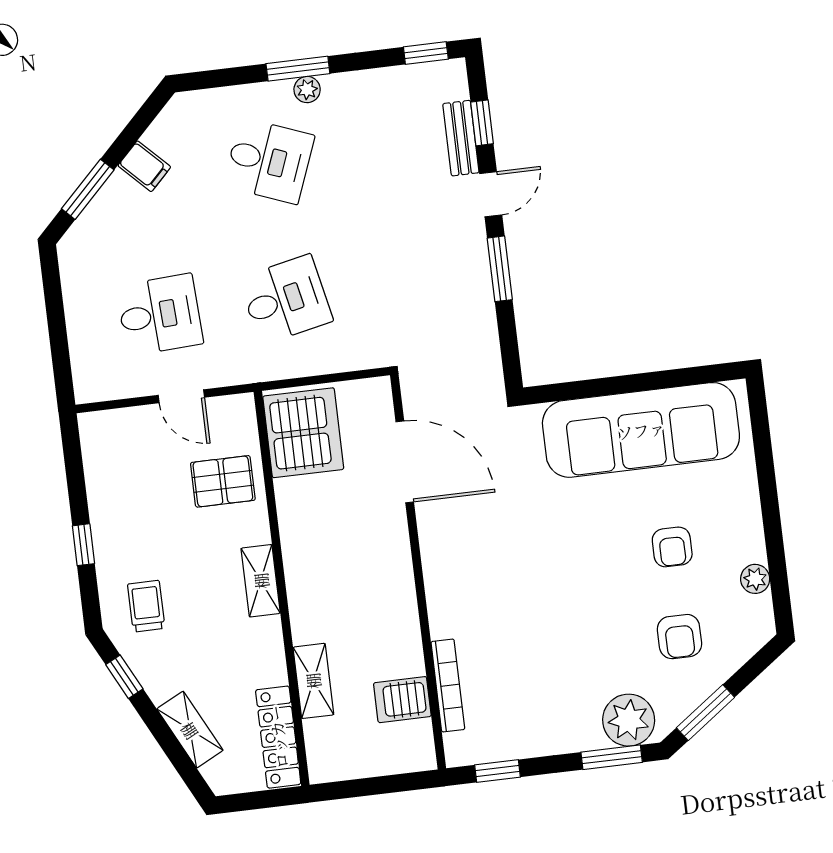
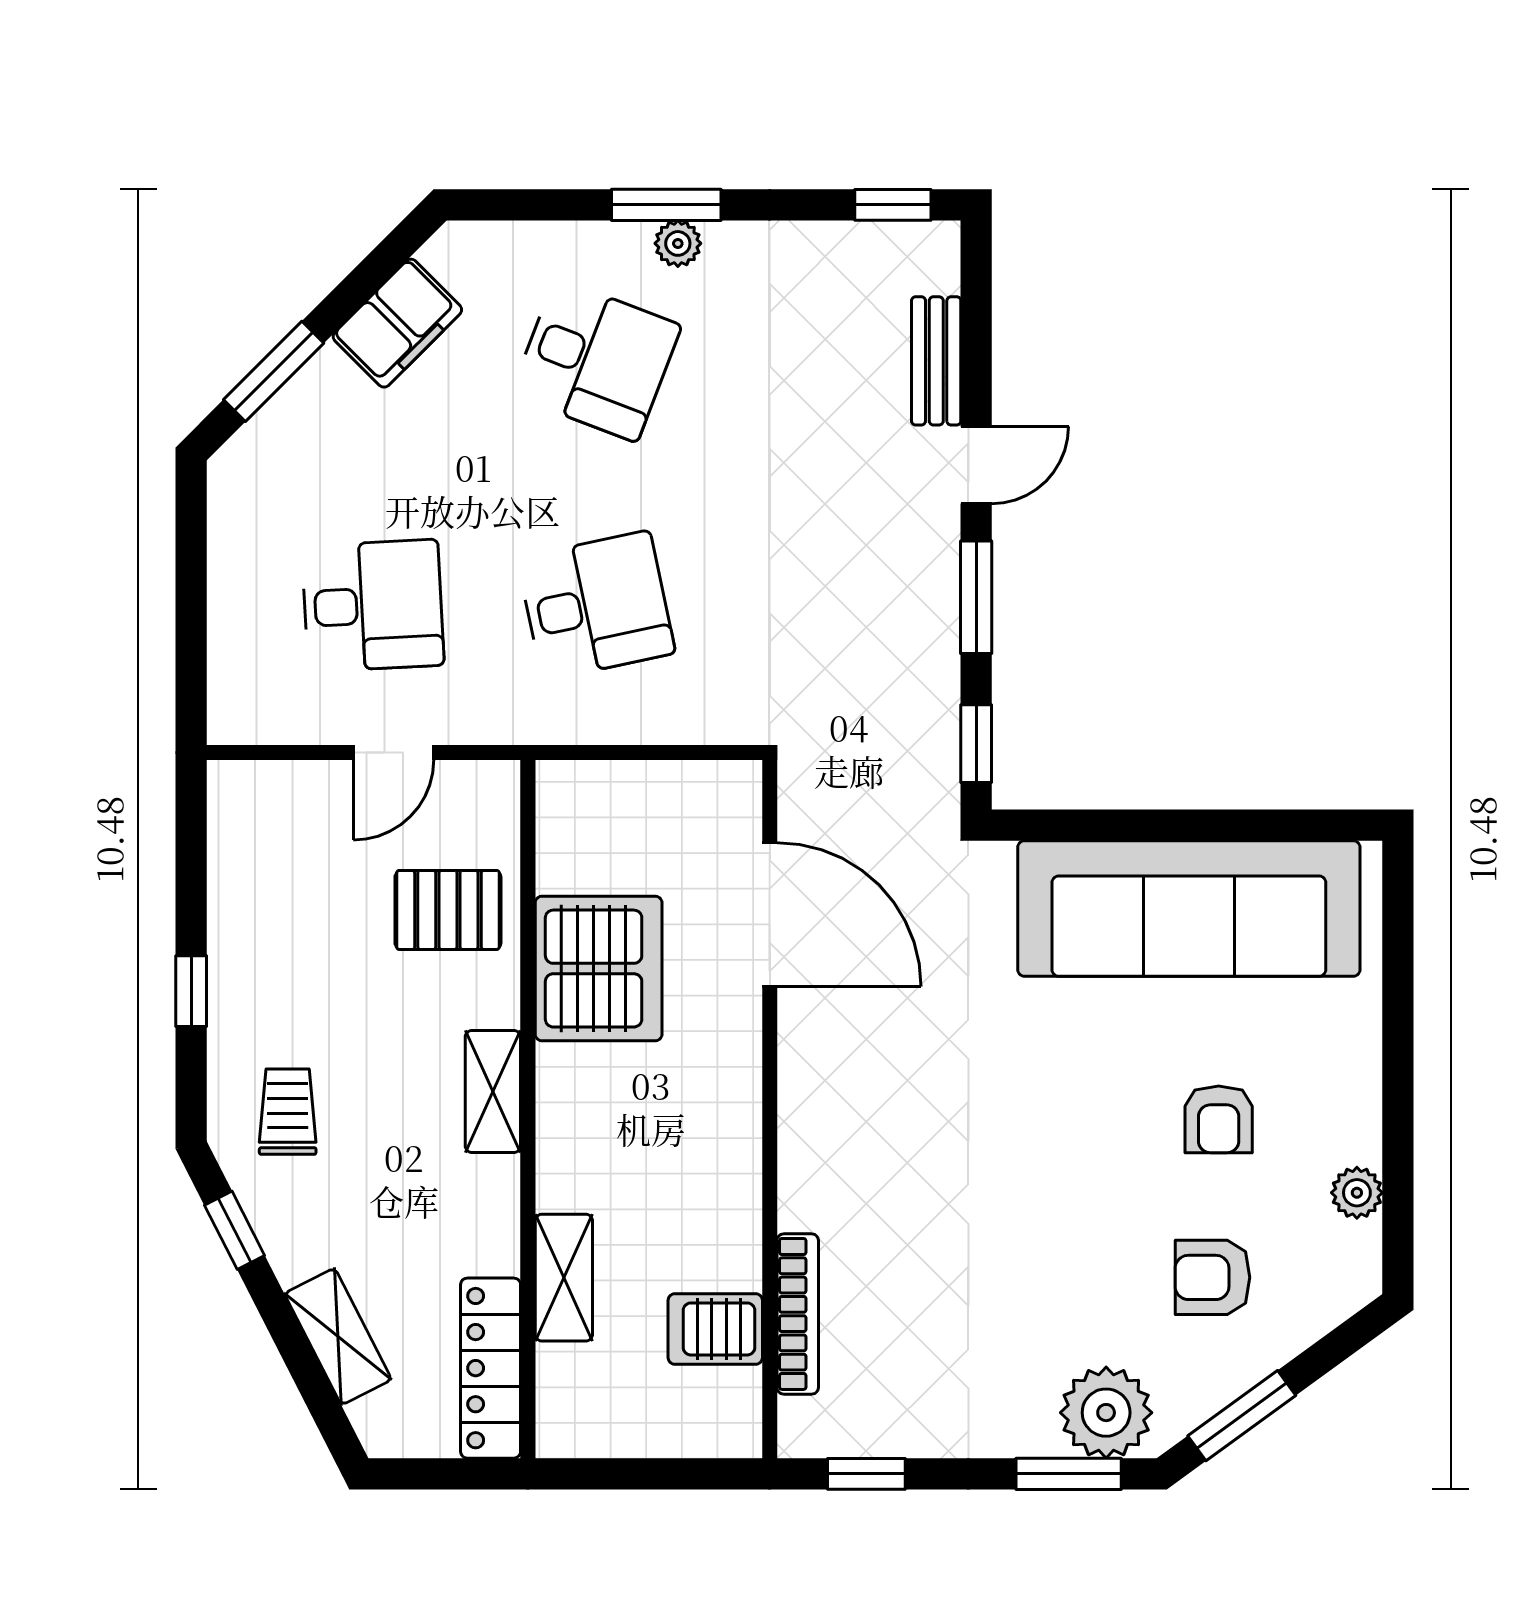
window: (482, 123) -> (976, 744), moved
filing cabinet: (144, 166) -> (397, 323), width x2.00
door: (181, 396) -> (393, 753), hinge flipped
server rack: (303, 433) -> (599, 969), moved
armchair: (679, 637) -> (1213, 1277), turned 90

